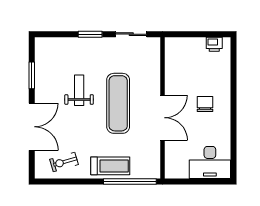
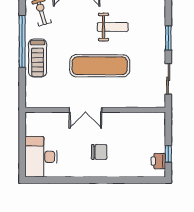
window: (207, 34) -> (168, 154), added
double door: (163, 118) -> (85, 110), width x0.73
window: (130, 181) -> (22, 41), moved

